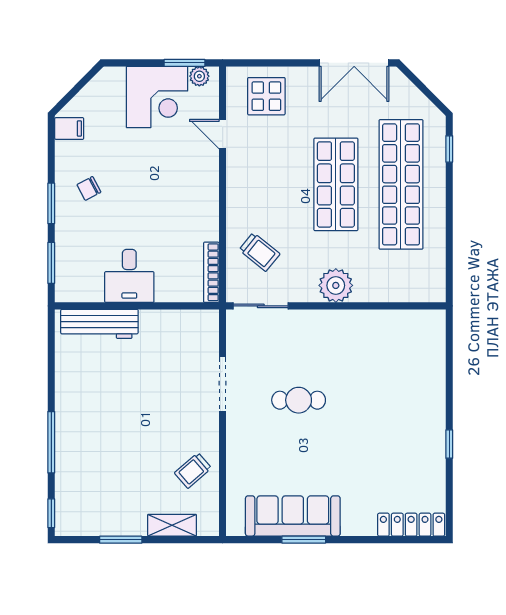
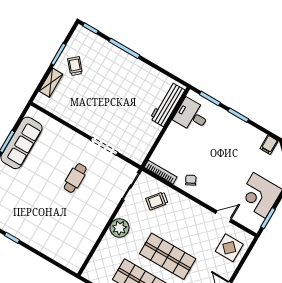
plant: (199, 76) -> (258, 221), removed
chair: (89, 188) -> (191, 180), moved
desk: (129, 276) -> (192, 115), moved
trolley: (193, 470) -> (75, 66), moved

